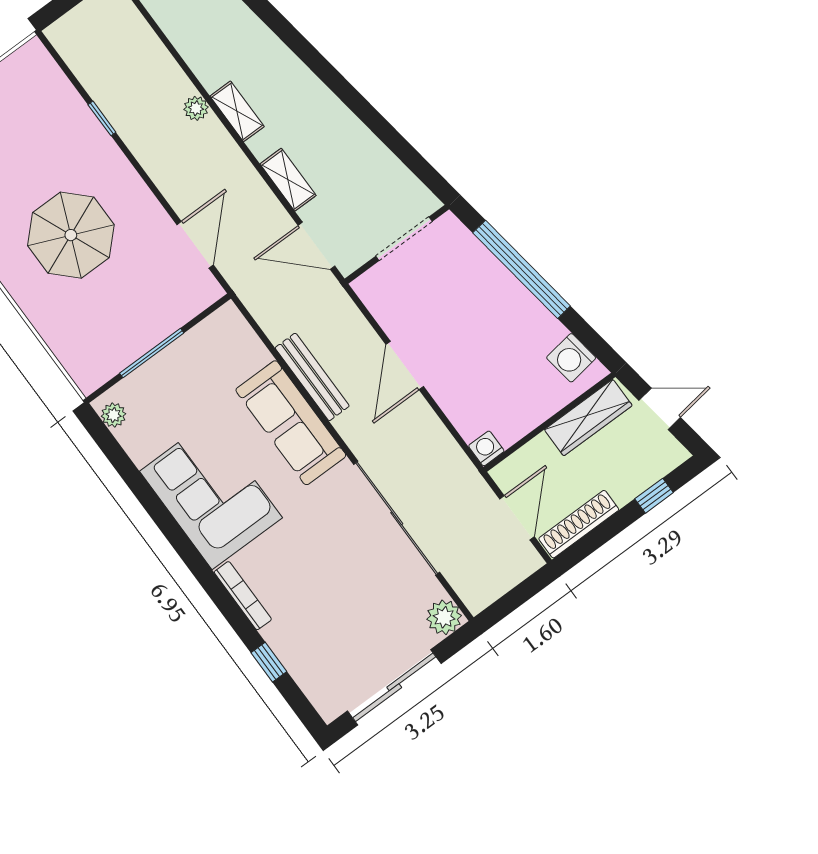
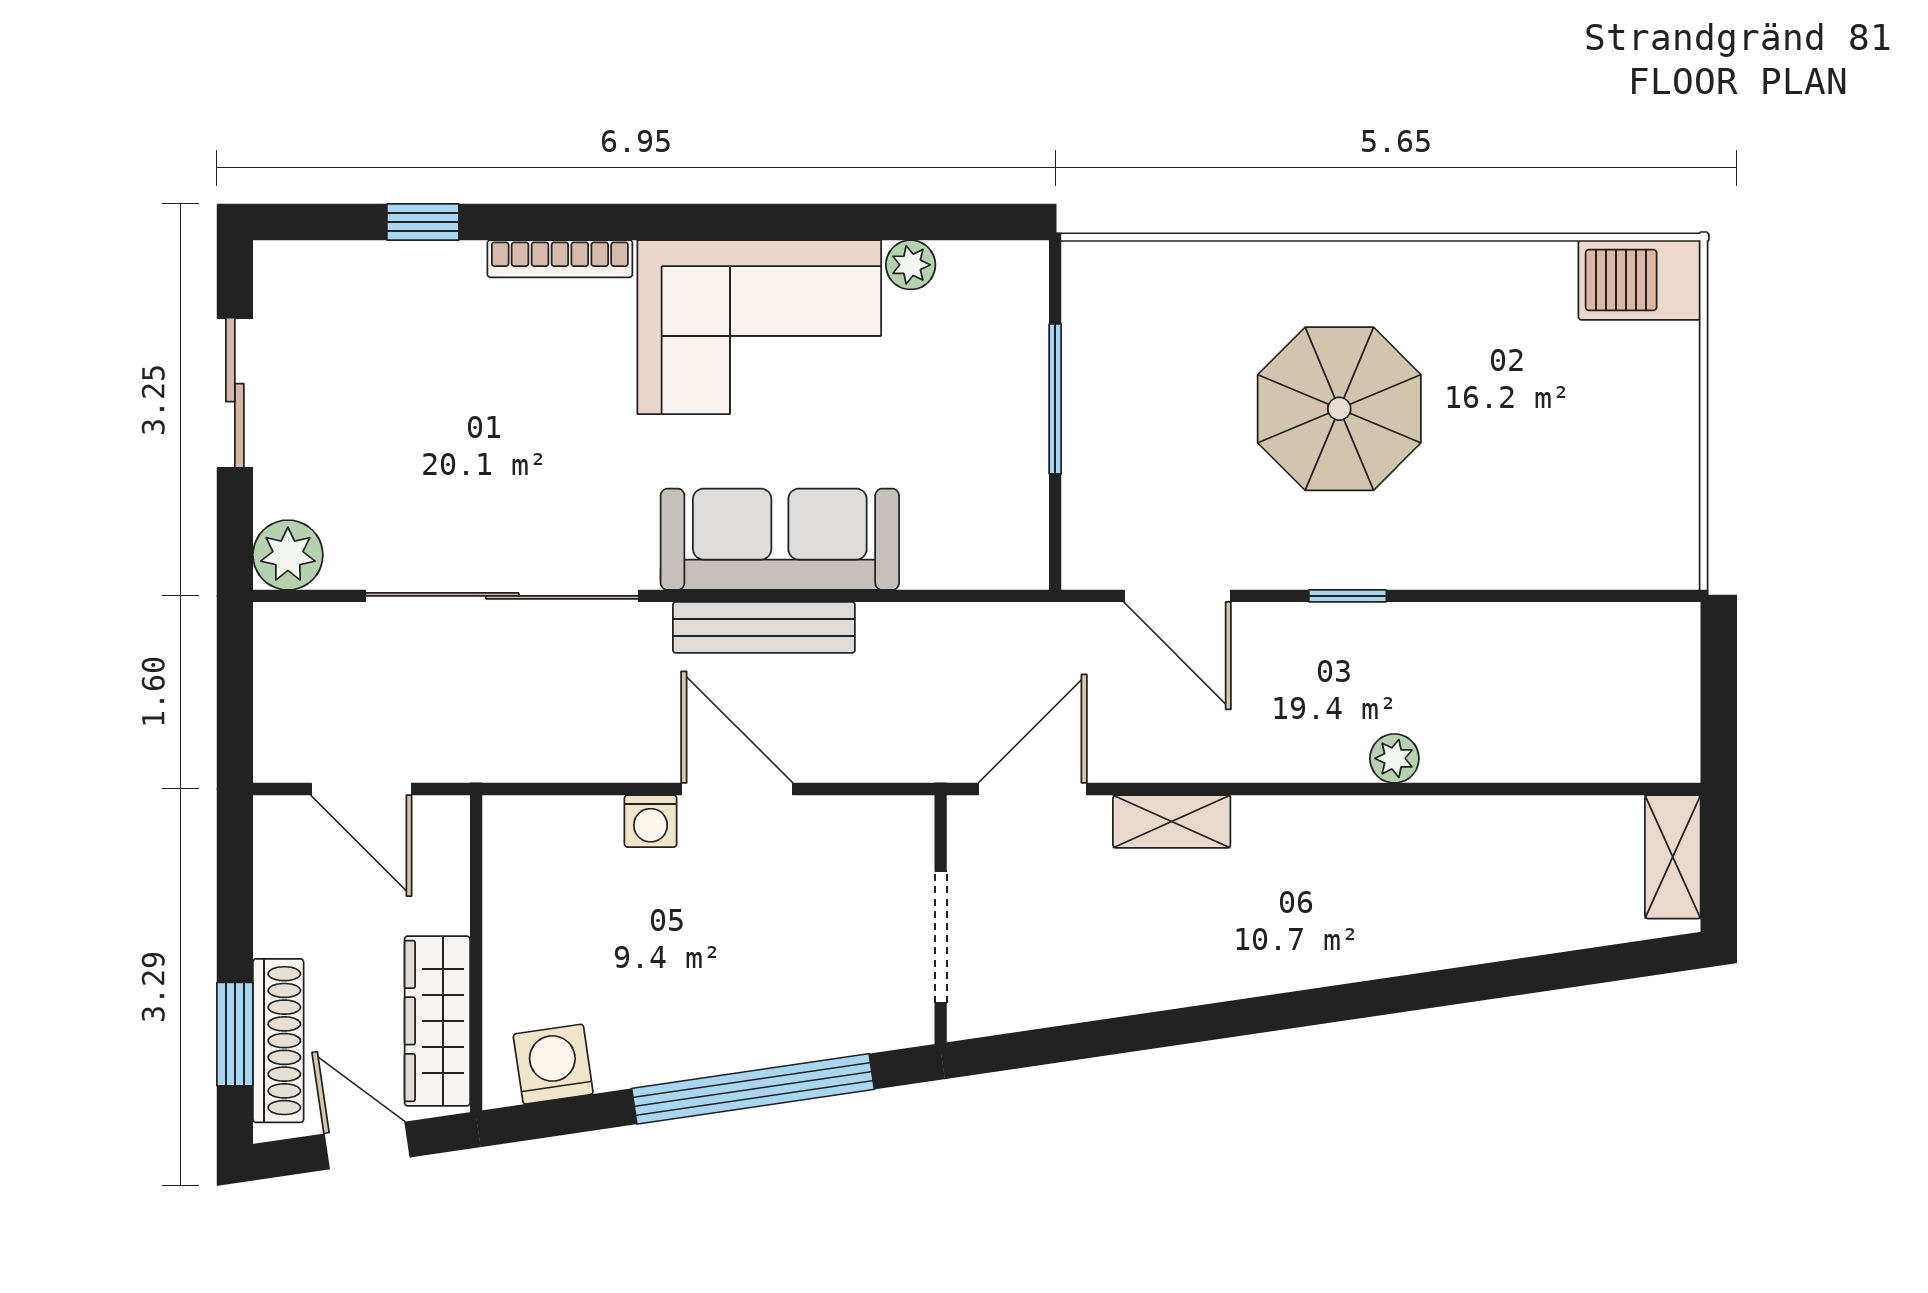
shelving: (237, 111) -> (1341, 820), removed
window: (102, 118) -> (1348, 596), moved
bench: (312, 377) -> (764, 627), moved
door: (660, 409) -> (367, 1145), swing flipped
plant: (114, 415) -> (911, 265), moved
washing machine: (486, 448) -> (651, 821), moved, turned 90
window: (654, 496) -> (235, 1034), width x1.50
shoe rack: (579, 524) -> (278, 1041), moved
sliding door: (394, 687) -> (235, 393), width x0.73

